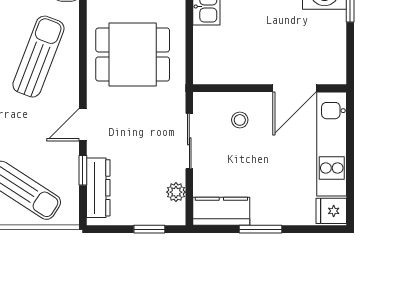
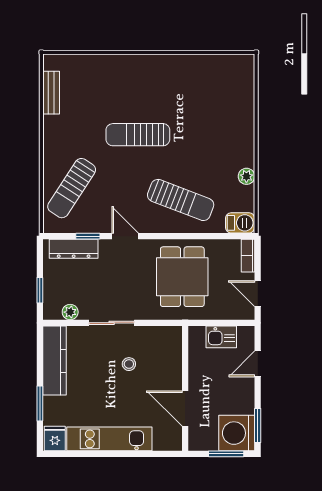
wall: (270, 88) -> (185, 388), moved
door: (294, 88) -> (185, 409), moved
kitchen counter: (221, 211) -> (55, 361), width x1.50
window: (261, 229) -> (40, 403), moved

